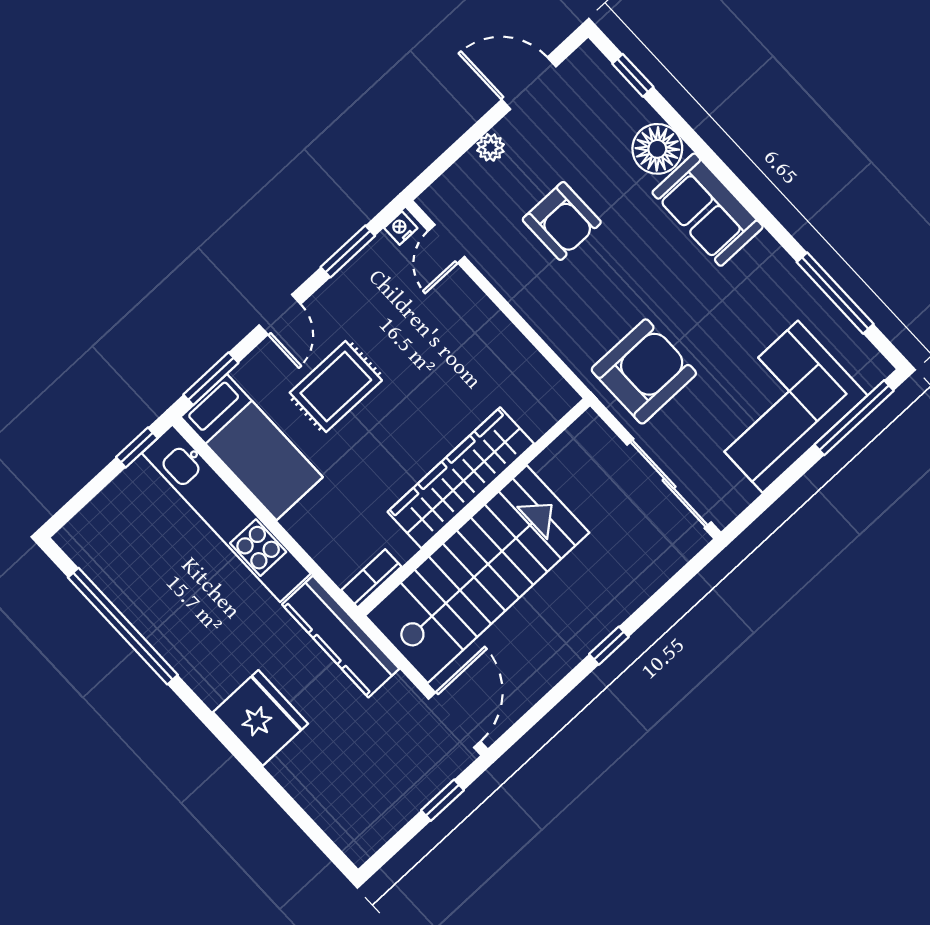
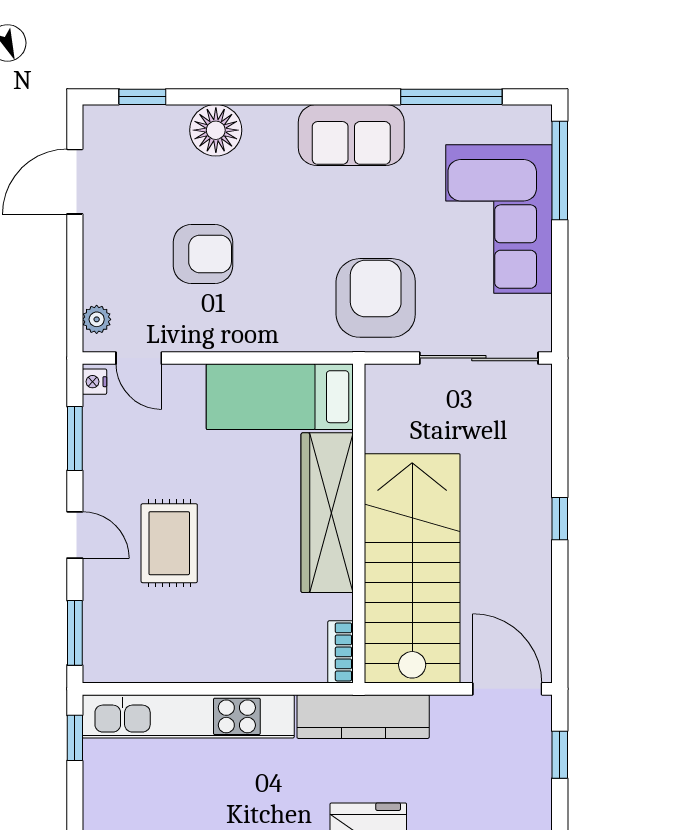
plant: (491, 147) -> (97, 319), moved
sofa: (708, 210) -> (351, 135), moved
bed: (252, 447) -> (280, 397), moved, turned 180

